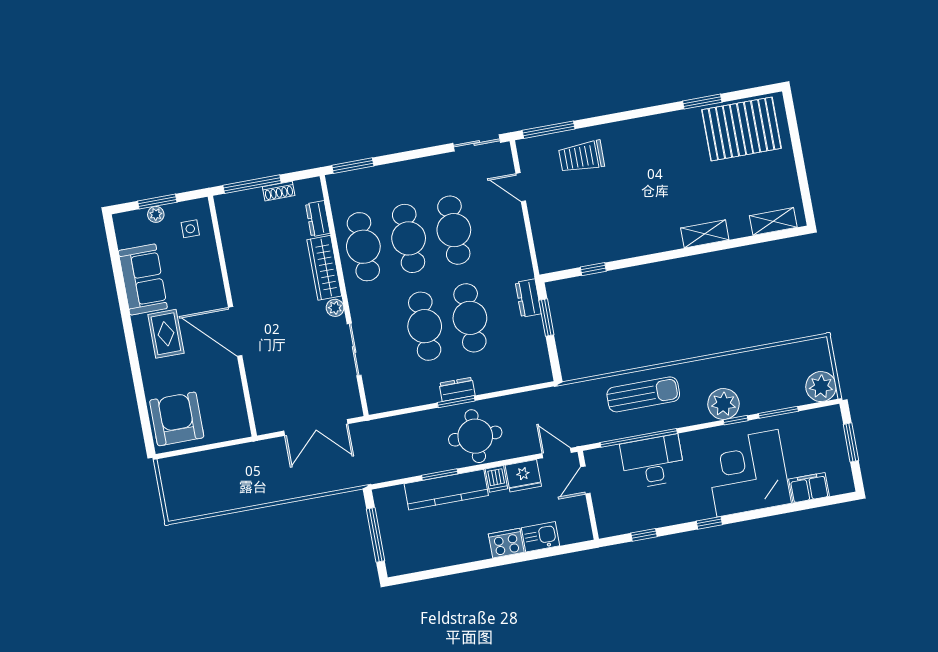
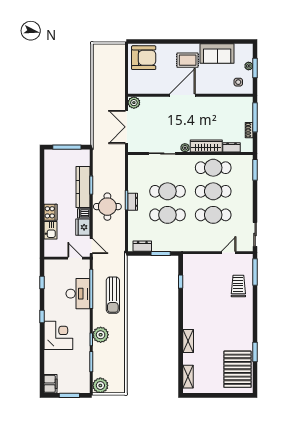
dresser: (528, 298) -> (142, 246), moved
plant: (266, 422) -> (134, 103), added
door: (557, 453) -> (91, 246), hinge flipped
corner desk: (748, 473) -> (58, 335), width x0.74, depth x0.74
filing cabinet: (809, 488) -> (50, 384), moved

